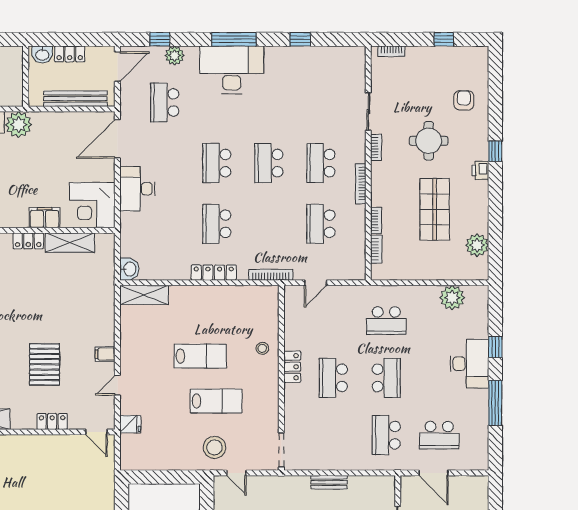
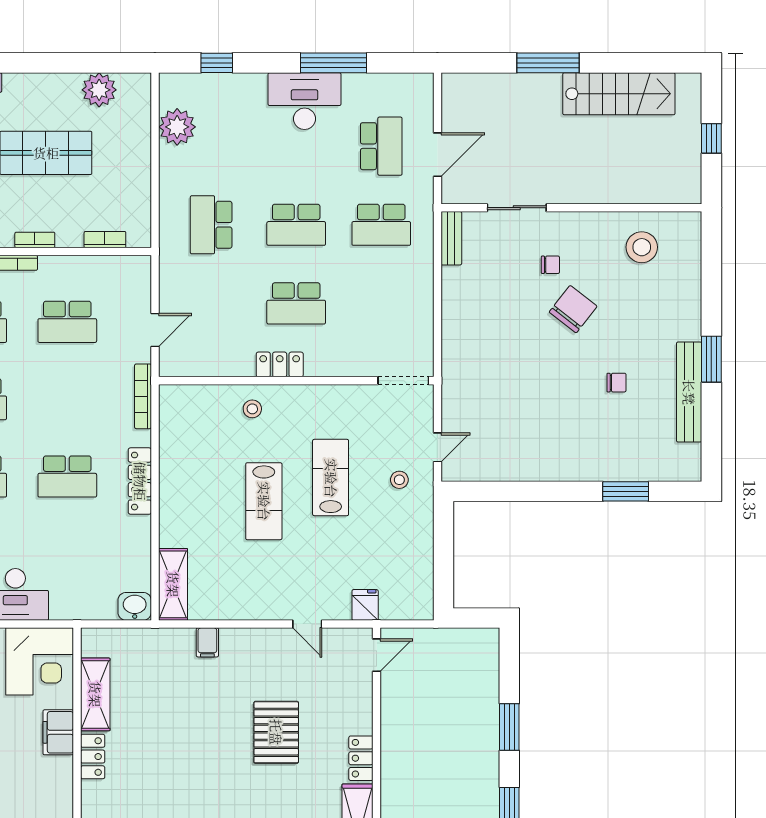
bookcase: (376, 220) -> (35, 240), moved
door: (315, 283) -> (155, 330), hinge flipped
school desk: (386, 321) -> (211, 225), turned 180
window: (495, 347) -> (217, 63), moved
filing cabinet: (105, 354) -> (207, 642), moved
lab bench: (200, 356) -> (264, 501), turned 180
pallet: (45, 364) -> (276, 732), turned 90
desk: (470, 364) -> (304, 101), moved
school desk: (386, 378) -> (296, 225), turned 180
locker: (52, 421) -> (361, 758), moved
stool: (215, 447) -> (399, 480), width x0.53, depth x0.53
bench: (329, 482) -> (451, 238), moved

